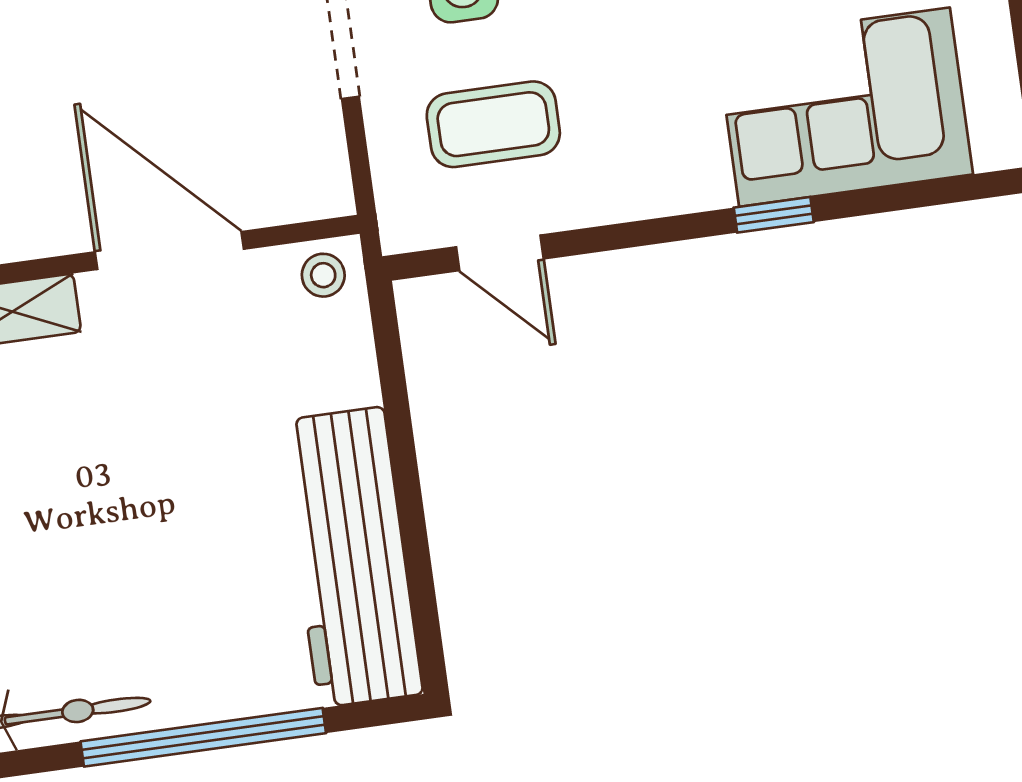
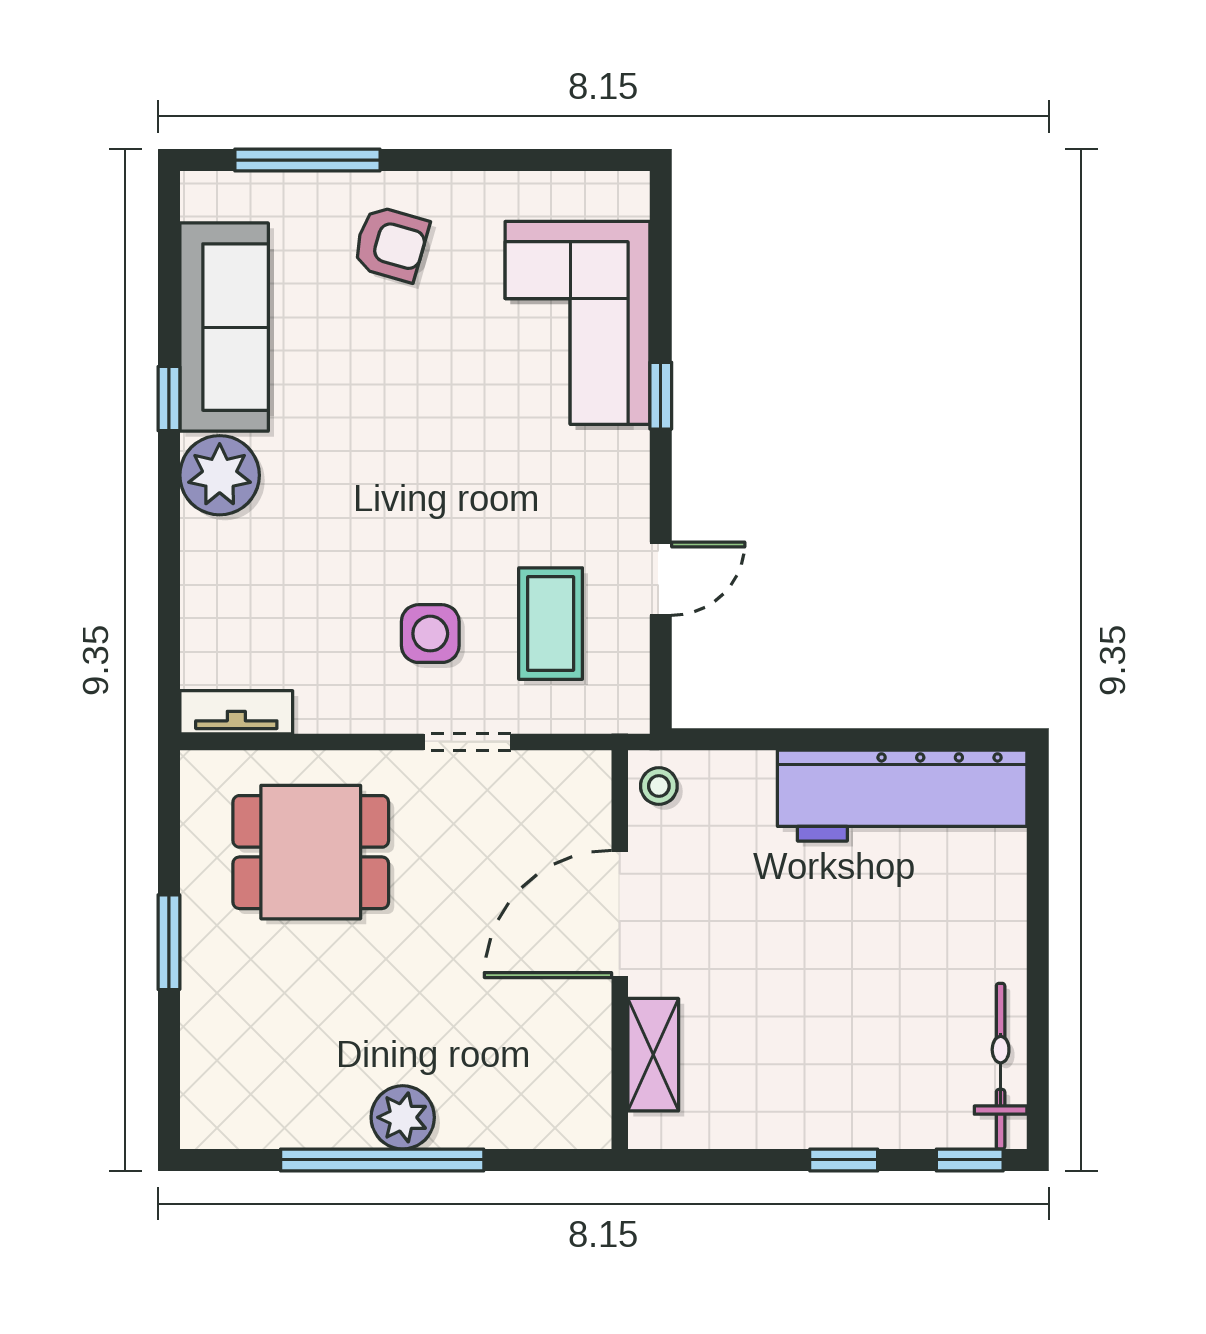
door: (500, 253) -> (661, 579), moved
window: (203, 737) -> (1038, 943), removed

